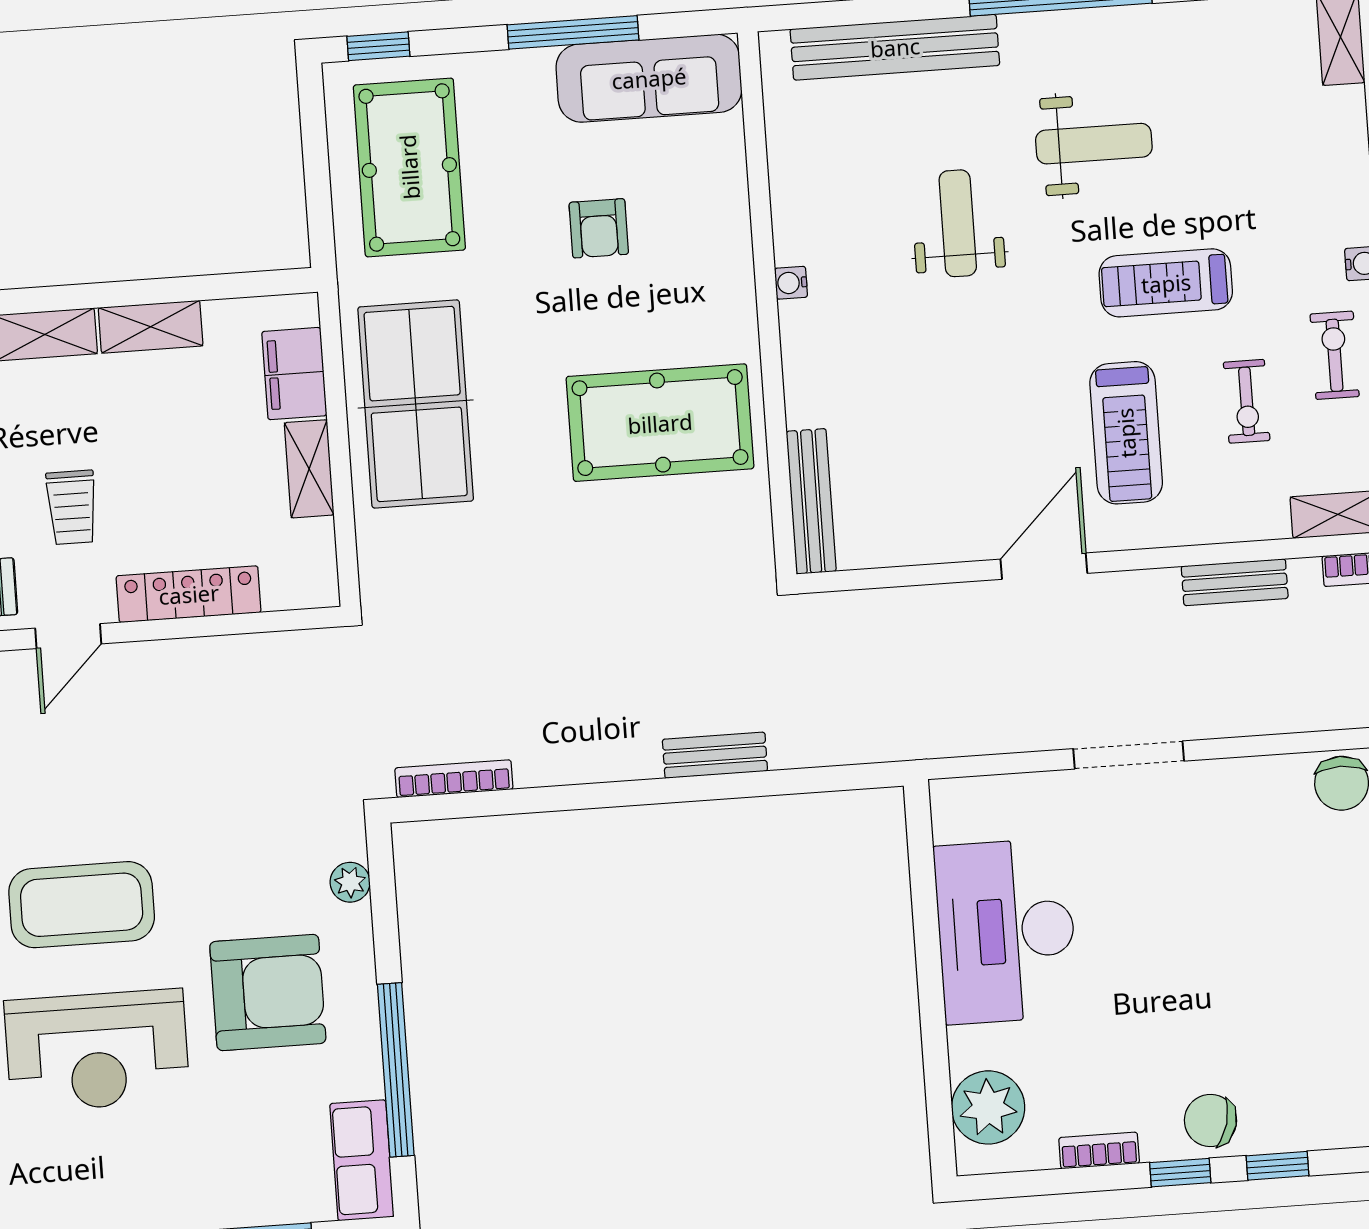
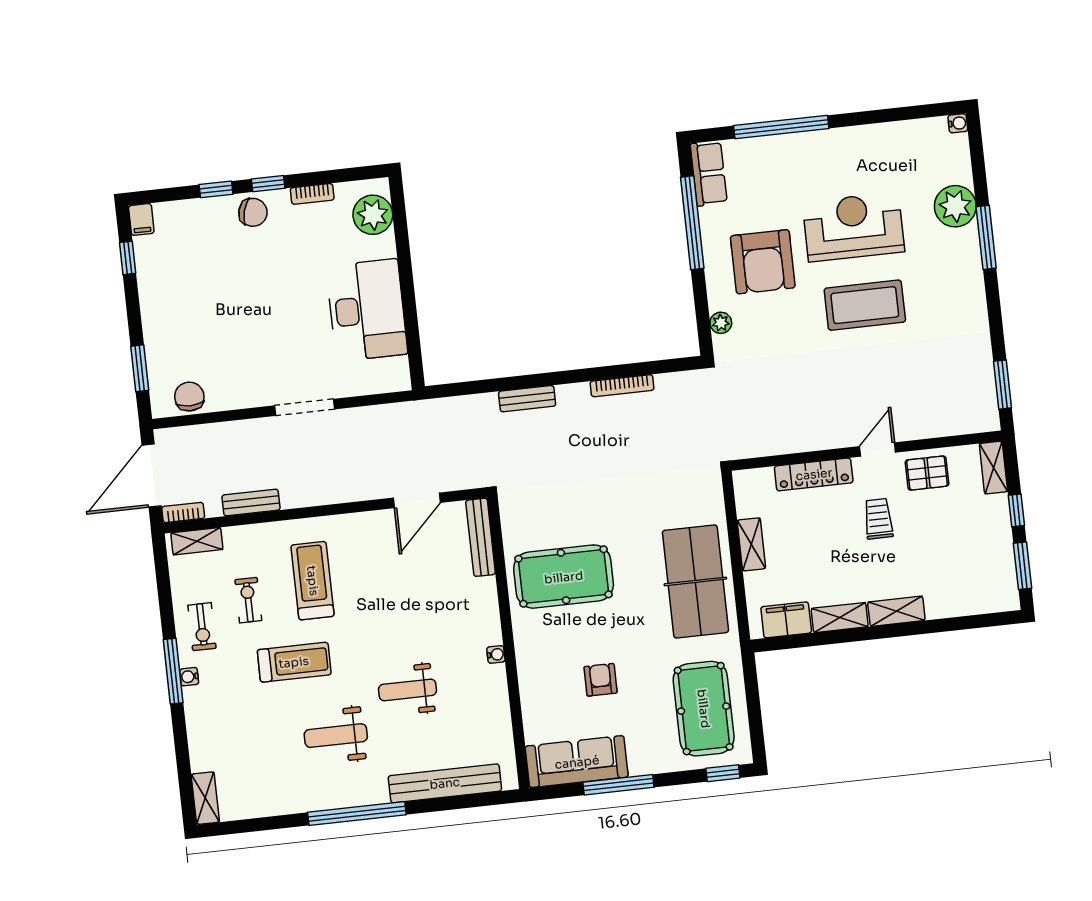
weight bench: (958, 223) -> (407, 690), turned 90
filing cabinet: (294, 374) -> (786, 620), moved, turned -90
door: (1044, 566) -> (417, 500), moved
bookcase: (454, 779) -> (622, 386), moved
armchair: (268, 993) -> (763, 262), turned -90

